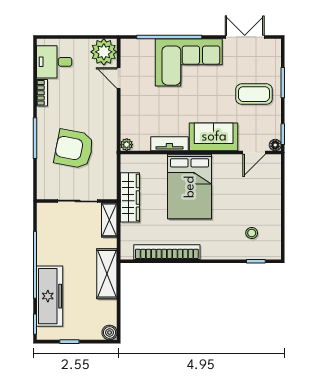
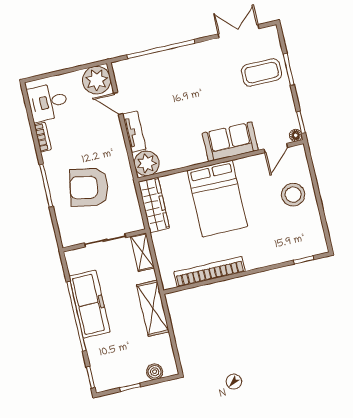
corner sofa: (189, 62) -> (187, 71), removed
coffee table: (254, 94) -> (261, 72), moved
tv unit: (169, 144) -> (134, 132), moved, turned 90
plant: (127, 145) -> (147, 163), width x1.87, depth x1.87
wardrobe: (130, 197) -> (154, 205), moved
stool: (252, 233) -> (293, 195), moved, width x1.89, depth x1.89
freezer: (50, 296) -> (89, 304), moved
boiler: (110, 332) -> (155, 372), moved

